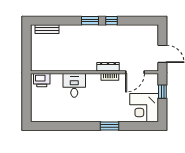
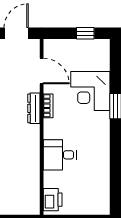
window: (162, 92) -> (85, 33), moved
corner desk: (144, 108) -> (90, 91), moved, turned 90

